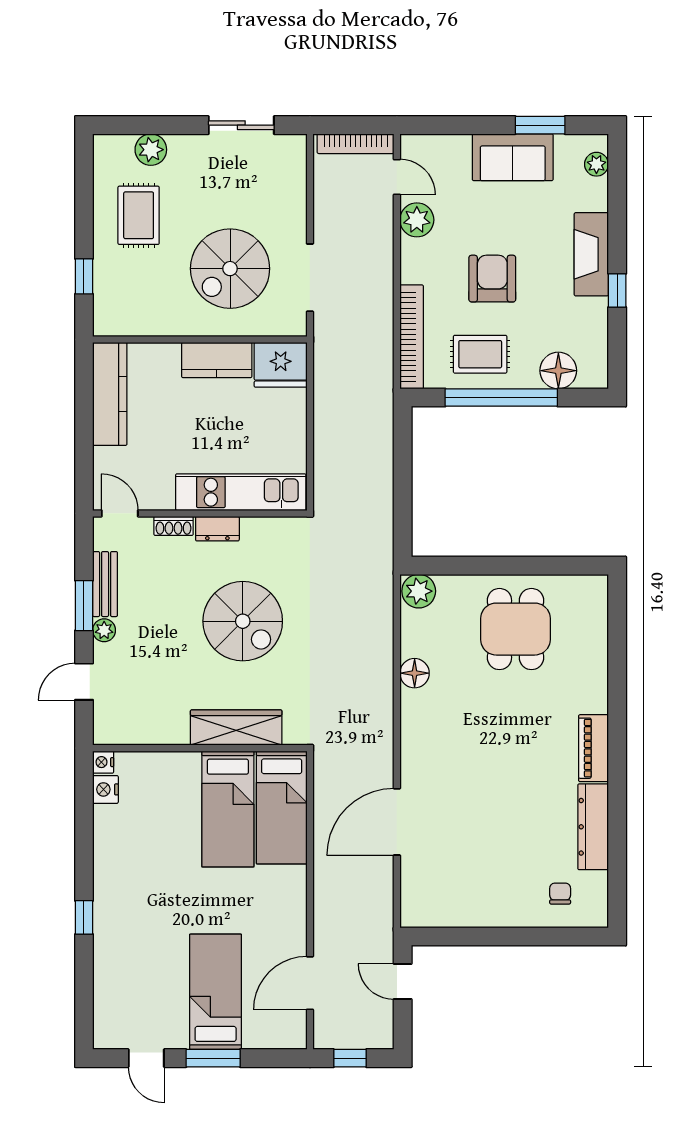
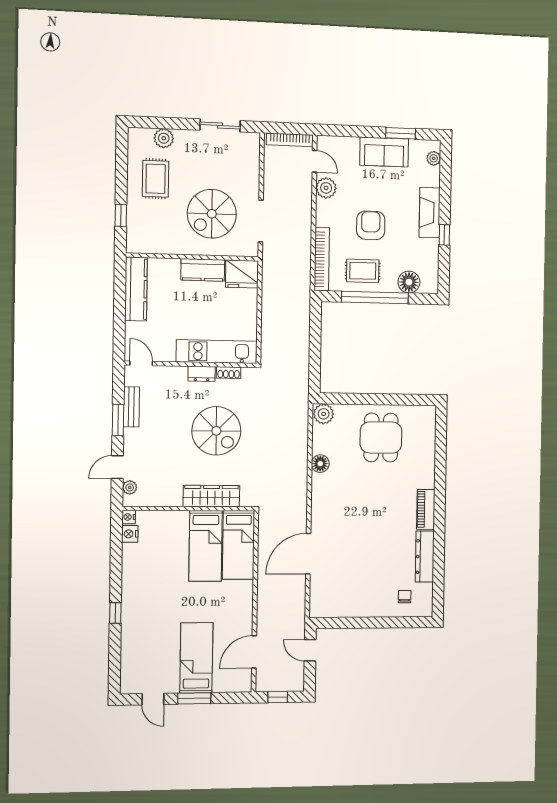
shoe rack: (174, 526) -> (229, 373), moved
plant: (104, 630) -> (130, 487), moved

